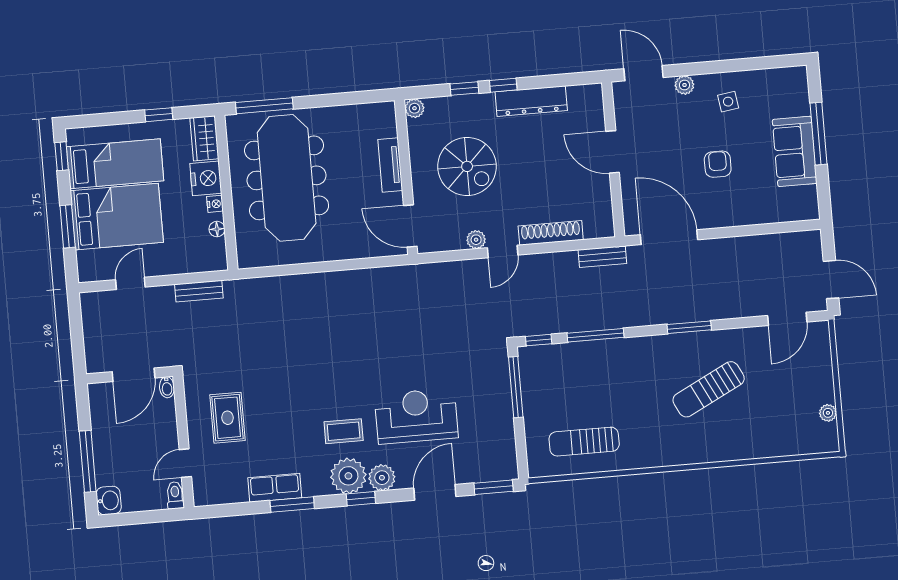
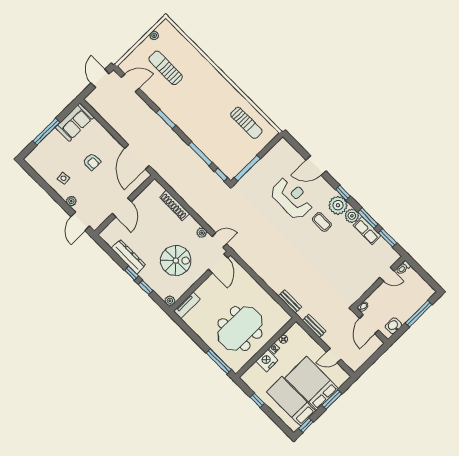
wardrobe: (204, 138) -> (252, 374), removed
sofa: (795, 151) -> (75, 122), moved
armchair: (718, 164) -> (92, 162), turned -90
tv unit: (390, 165) -> (187, 305), moved
spiral stairs: (467, 166) -> (176, 261), turned 90
meeting table: (287, 178) -> (240, 329), width x0.73
door: (503, 251) -> (219, 240), moved
bench: (602, 257) -> (290, 301), moved
door: (134, 375) -> (369, 324), swing flipped
sun lounger: (709, 389) -> (166, 68), moved, turned -153
reception desk: (416, 416) -> (292, 198), turned 180
rug: (228, 418) -> (355, 273), removed
plant: (382, 478) -> (352, 216), moved
window: (494, 487) -> (388, 238), moved
washbasin: (109, 500) -> (393, 326), moved

